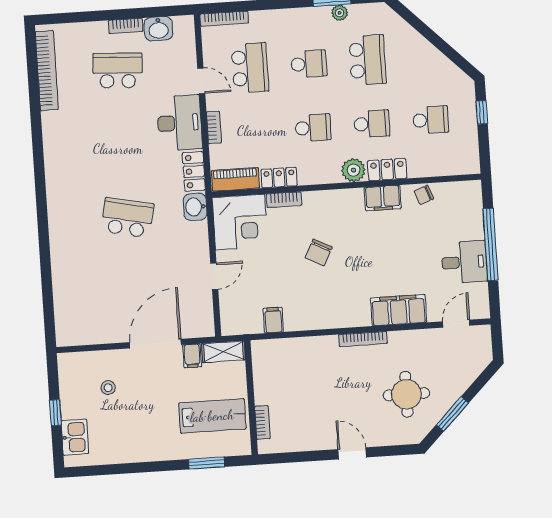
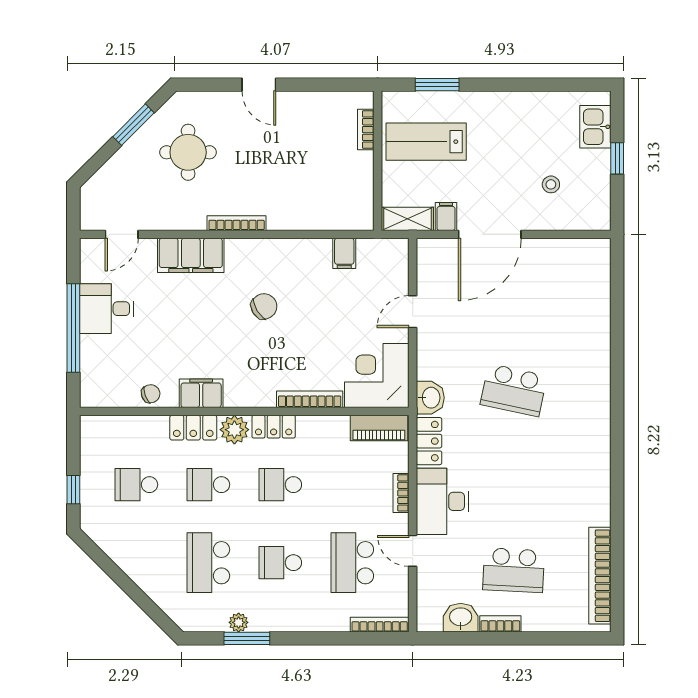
locker: (279, 178) -> (274, 427), moved
bookcase: (284, 200) -> (310, 399), width x1.56
chair: (319, 252) -> (264, 306), moved, turned 32

